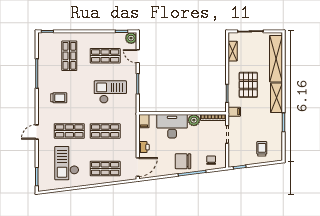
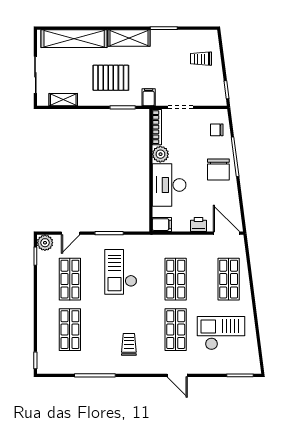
shop shelf: (69, 56) -> (70, 330), turned 90
checkout: (67, 163) -> (221, 333), turned 180

